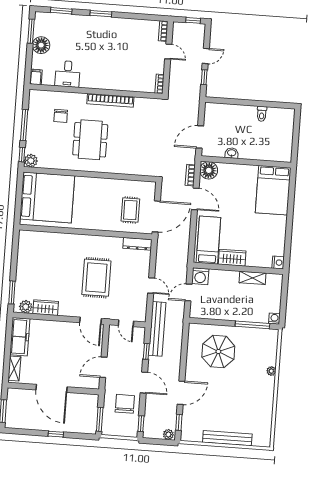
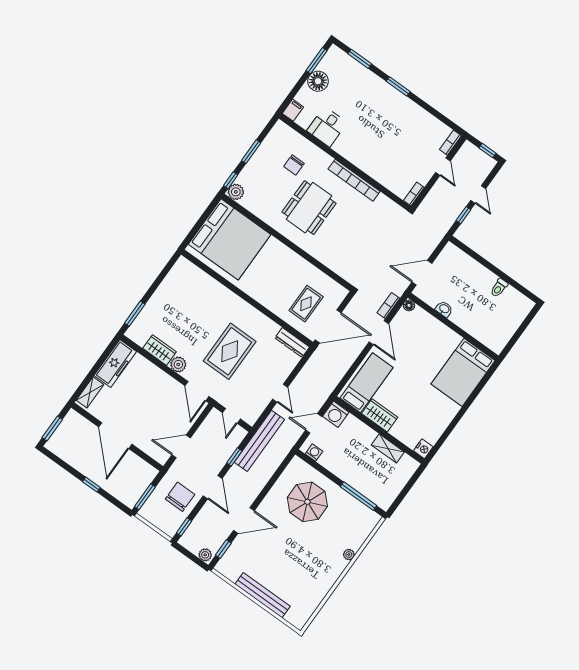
door: (206, 56) -> (478, 194), hinge flipped
window: (24, 125) -> (251, 152), width x0.69
floor lamp: (209, 170) -> (409, 305), width x0.53, depth x0.53
plant: (26, 307) -> (178, 364), moved
washing machine: (274, 319) -> (314, 453), moved

